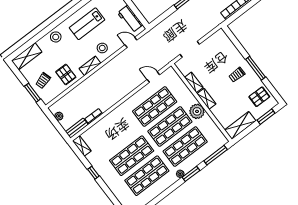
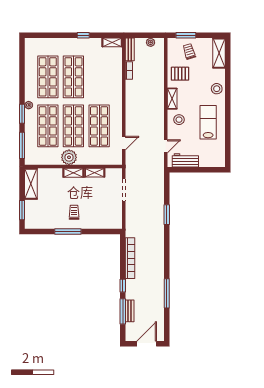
pallet: (259, 97) -> (42, 217), removed

